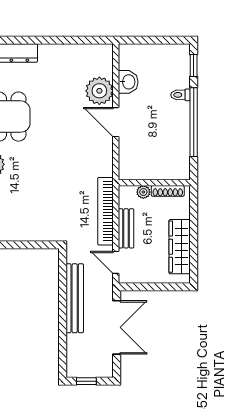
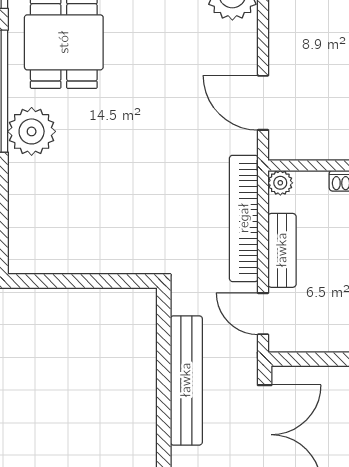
door: (116, 122) -> (263, 103), moved
plant: (143, 192) -> (280, 183), moved

